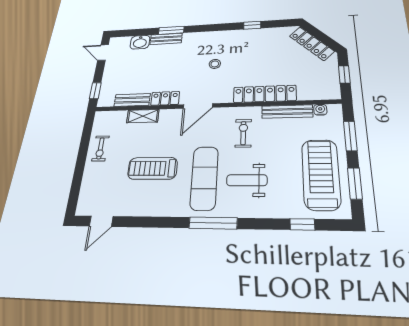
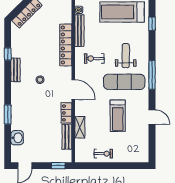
bench: (166, 39) -> (16, 70), moved
weight bench: (247, 180) -> (126, 56), turned 180
door: (101, 221) -> (152, 117), moved

